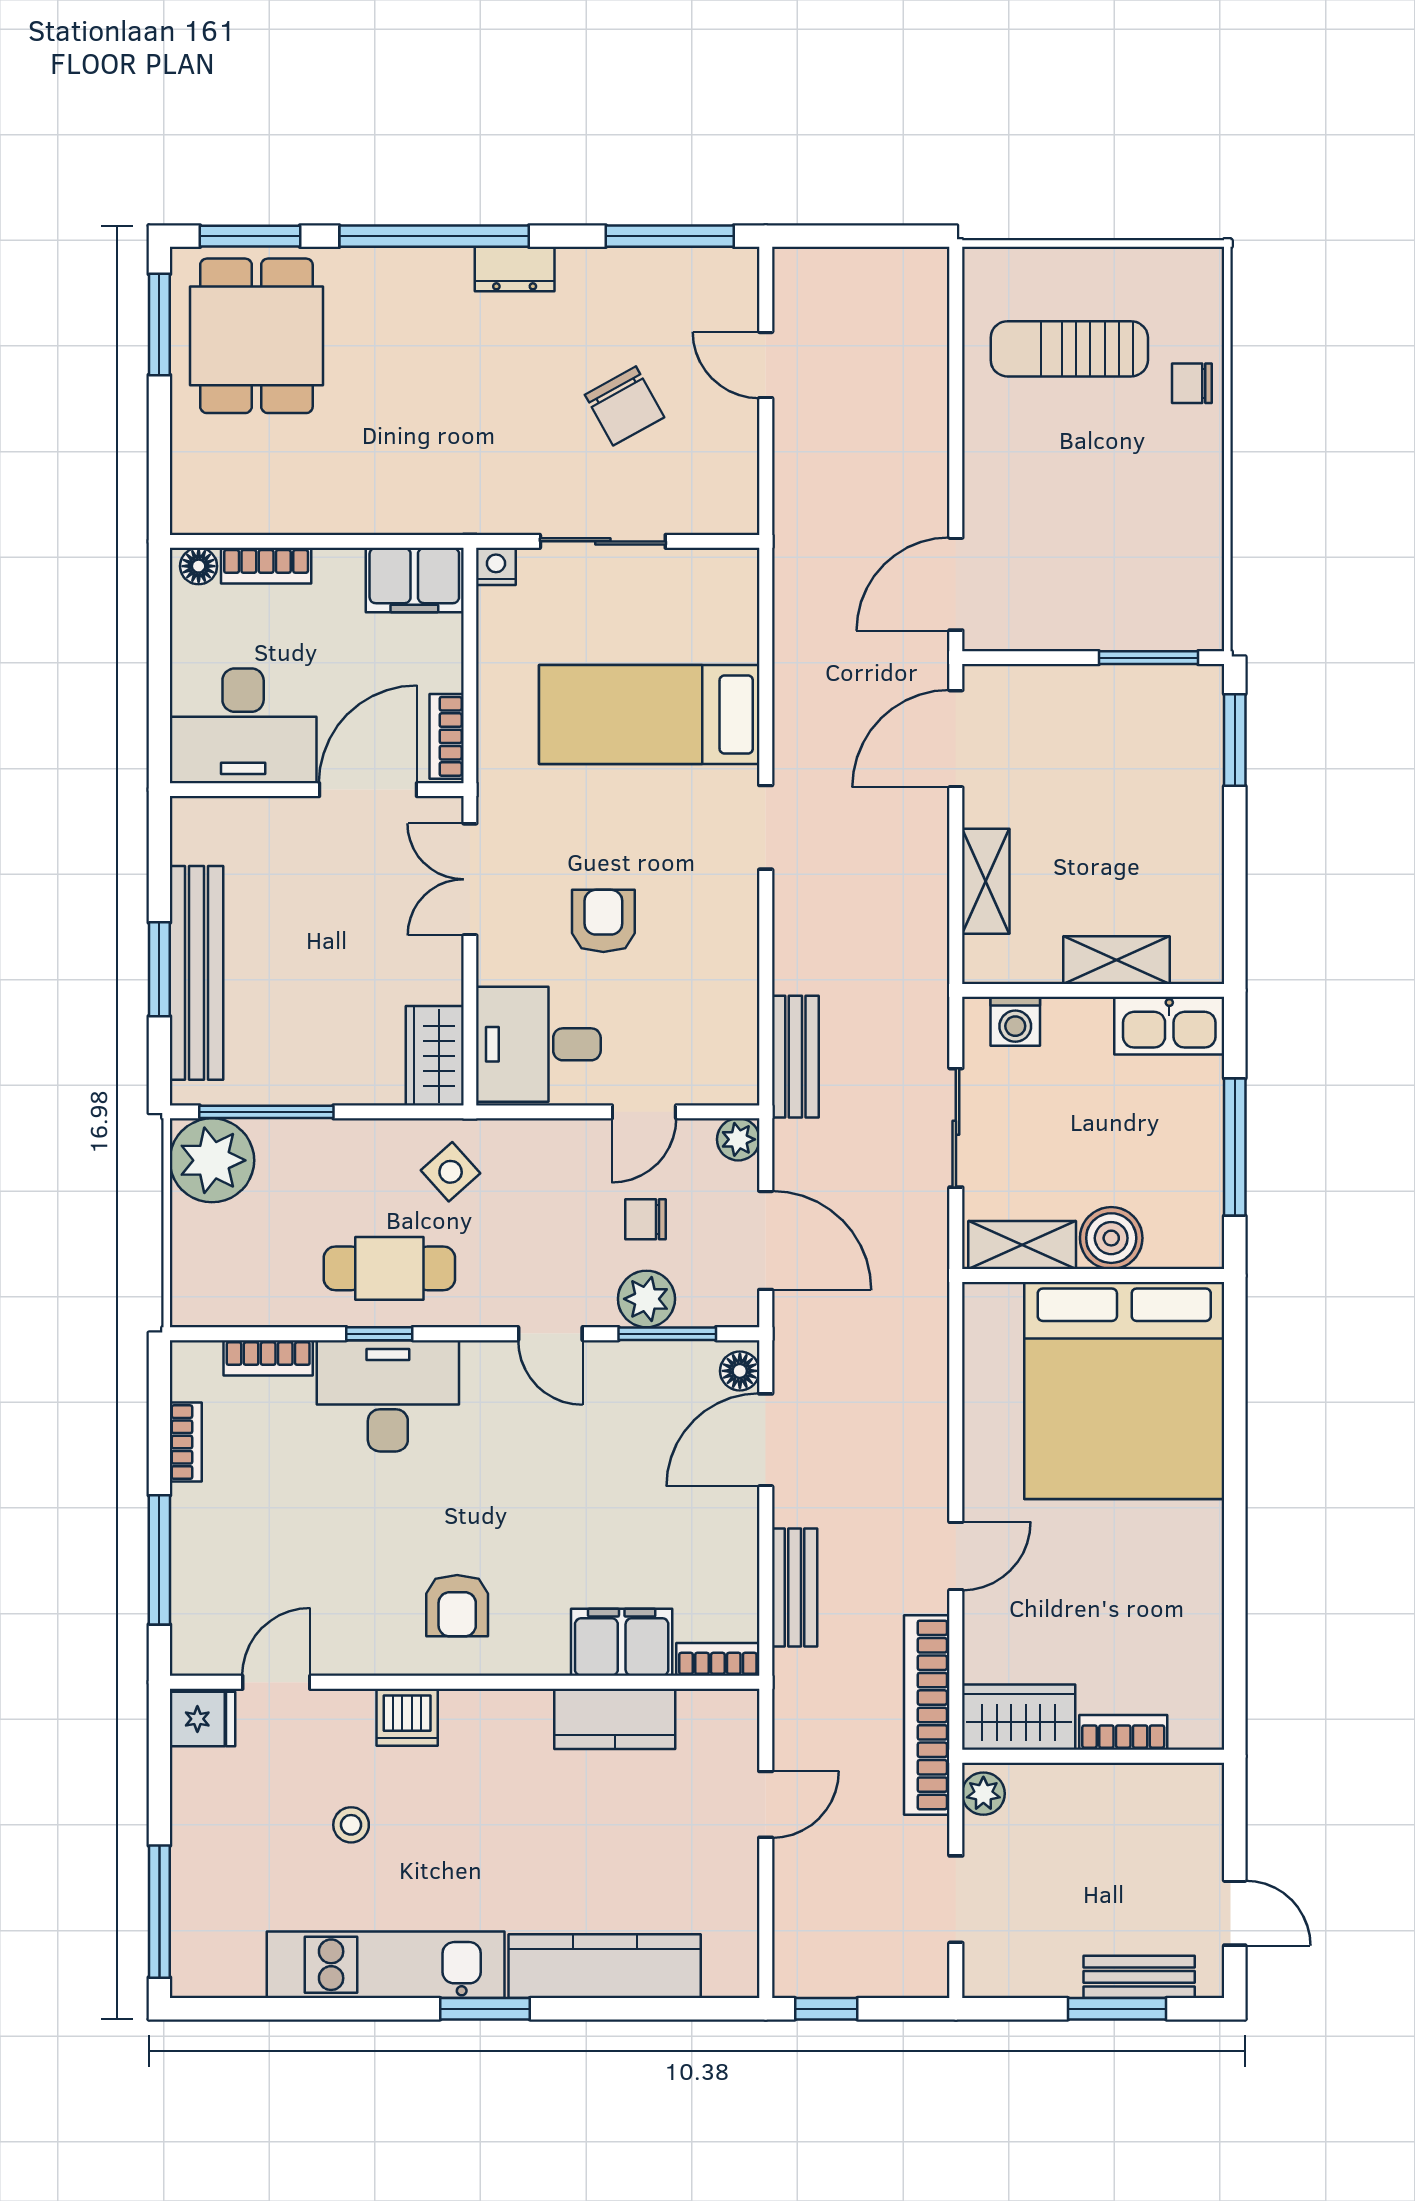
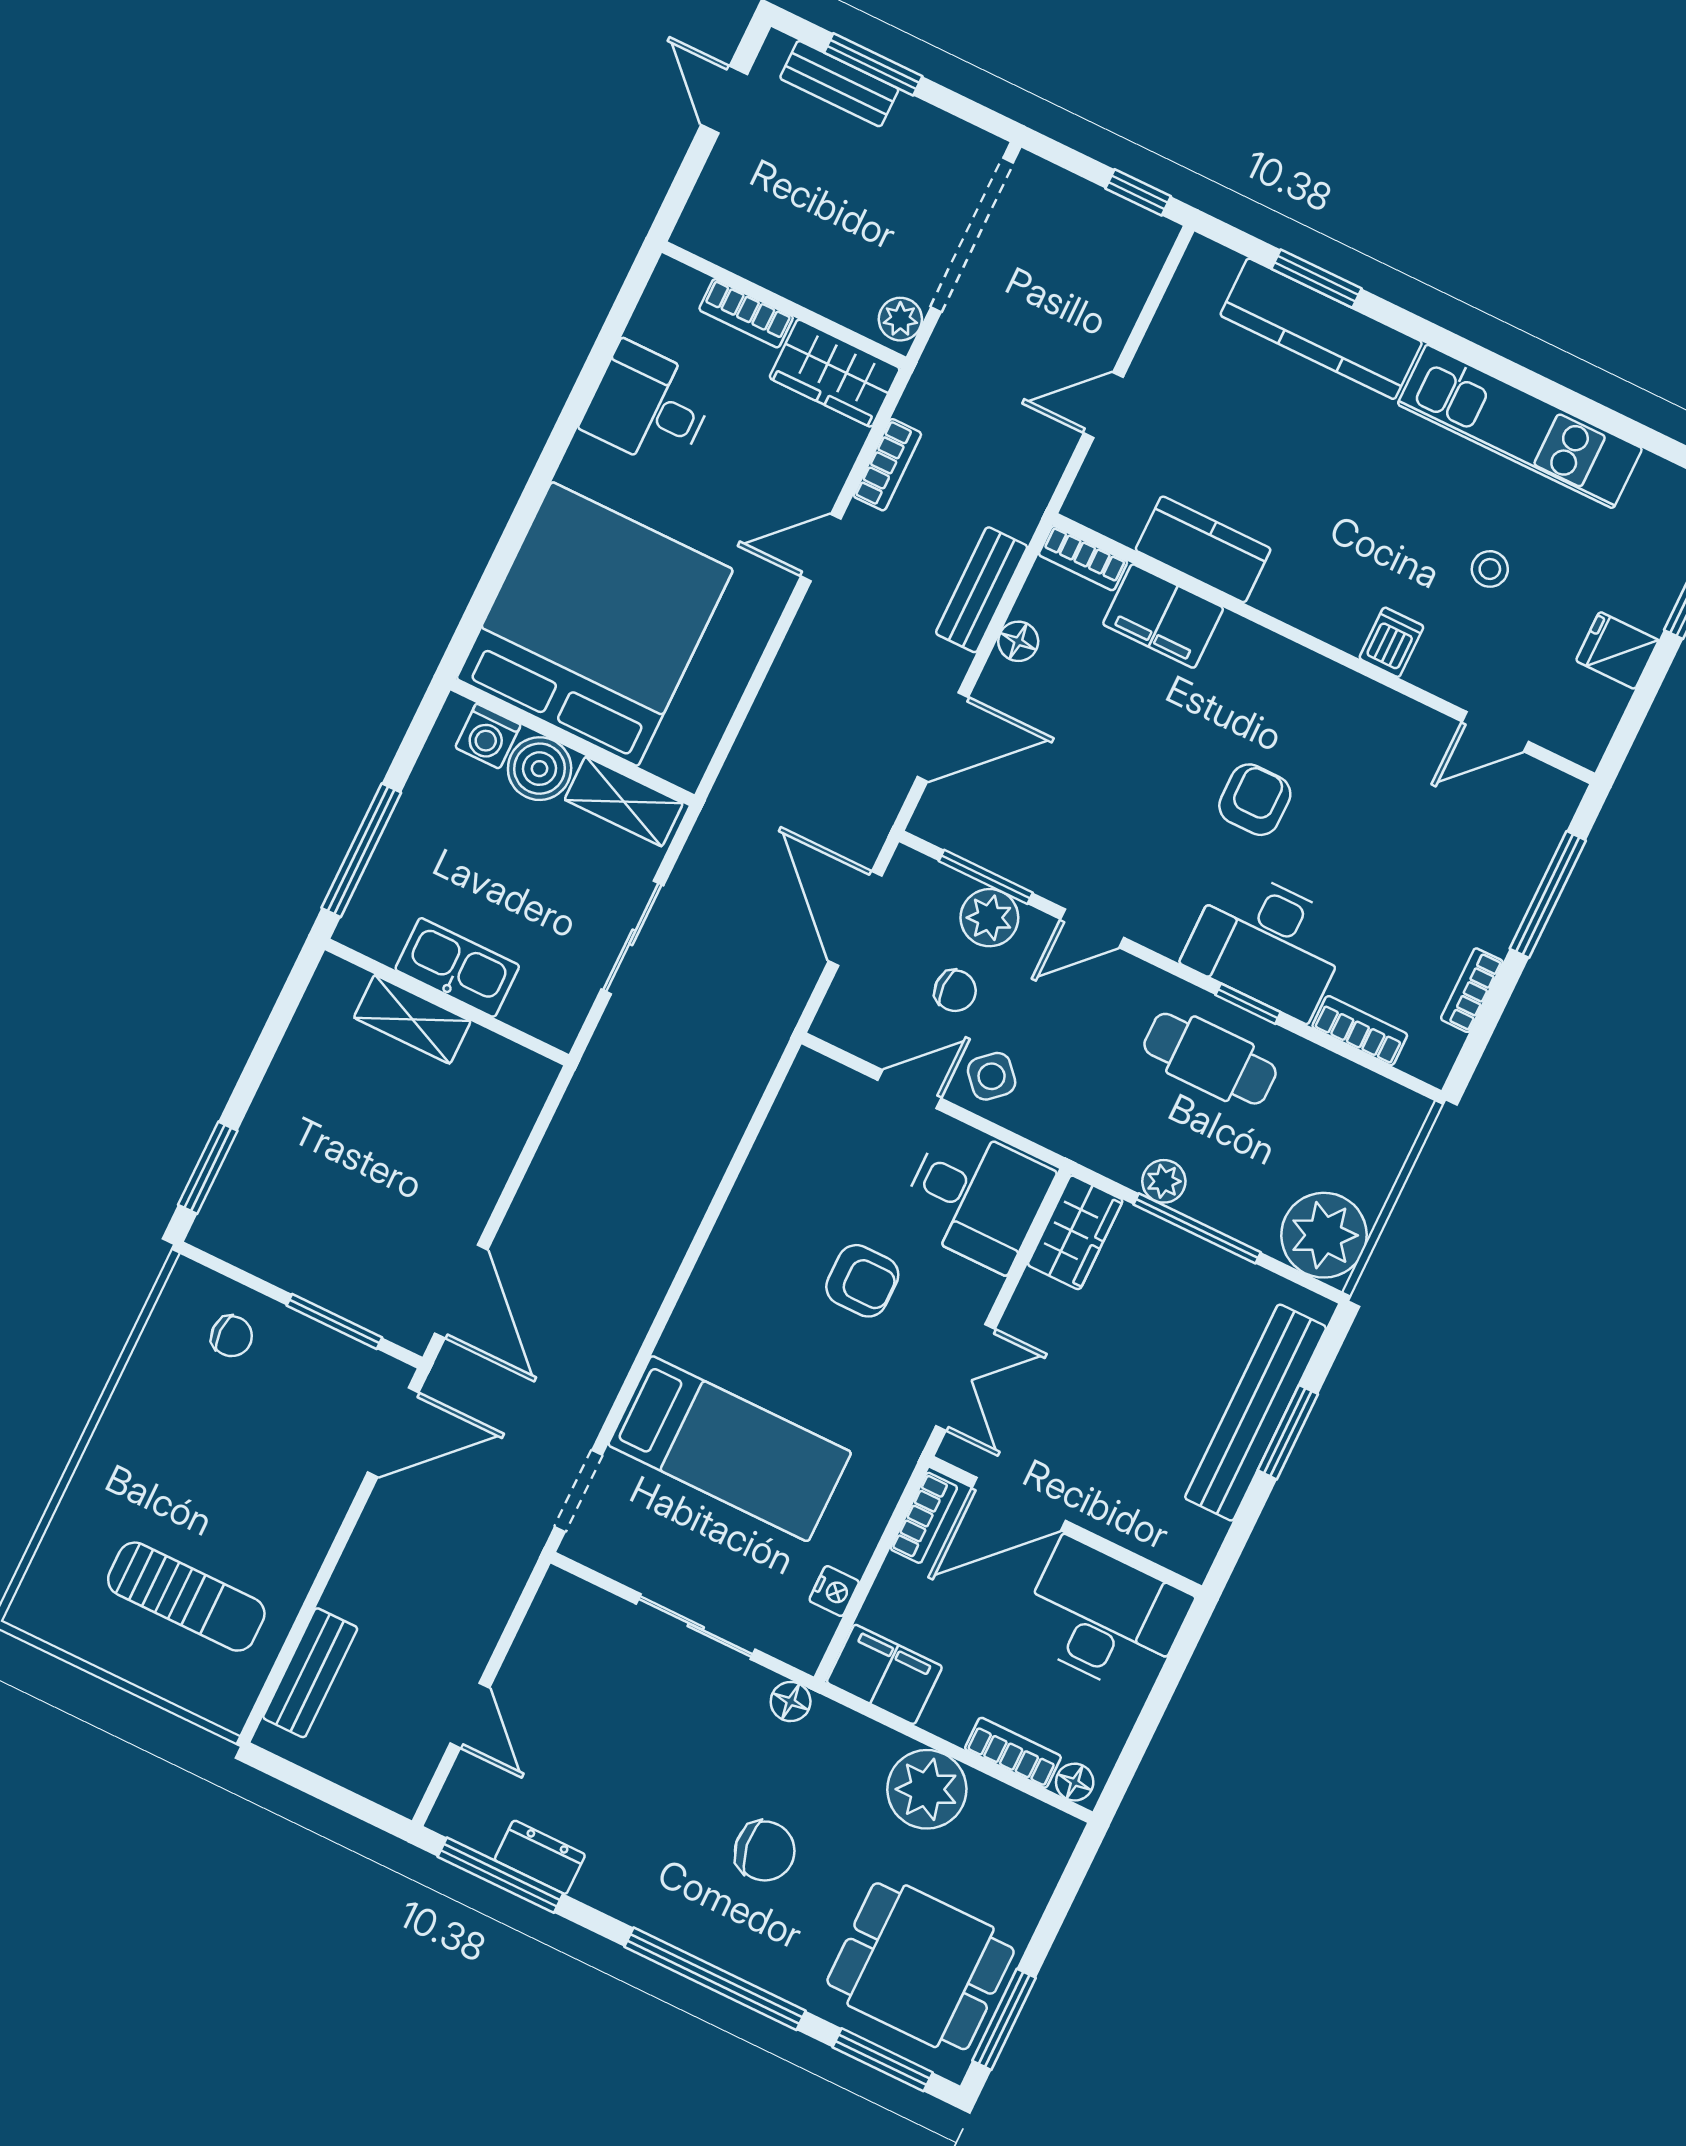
dresser: (515, 269) -> (540, 1857), moved
dining table: (256, 336) -> (921, 1966), turned 90
chair: (1192, 383) -> (232, 1336), moved
chair: (625, 406) -> (765, 1851), moved, turned 111
plant: (327, 496) -> (927, 1789), added
floor lamp: (486, 516) -> (791, 1702), added
nightstand: (496, 566) -> (834, 1591), moved, turned -90
window: (1149, 658) -> (334, 1321), moved
door: (956, 739) -> (461, 1292), hinge flipped
doorway: (766, 827) -> (578, 1491), moved
shelving: (986, 881) -> (497, 1149), removed
armchair: (603, 921) -> (862, 1281), turned -90
washing machine: (1015, 1021) -> (488, 736), moved, turned 180
kitchen sink: (1169, 1026) -> (457, 967), moved
bench: (795, 1057) -> (310, 1673), moved
window: (266, 1112) -> (1197, 1228), moved
plant: (738, 1139) -> (1164, 1181), moved
window: (1235, 1147) -> (361, 850), moved
side table: (451, 1172) -> (992, 1076), moved
door: (550, 1334) -> (1092, 928), swing flipped
floor lamp: (740, 1371) -> (1018, 641), moved
armchair: (457, 1606) -> (1255, 800), moved
desk: (1170, 1608) -> (649, 406), added
bookcase: (927, 1715) -> (887, 465), width x0.43, depth x0.76
dishwasher: (407, 1717) -> (1391, 642), width x0.73
fridge: (203, 1719) -> (1617, 650), moved
doorway: (956, 1899) -> (972, 235), width x1.88
window: (485, 2009) -> (1317, 279), moved

